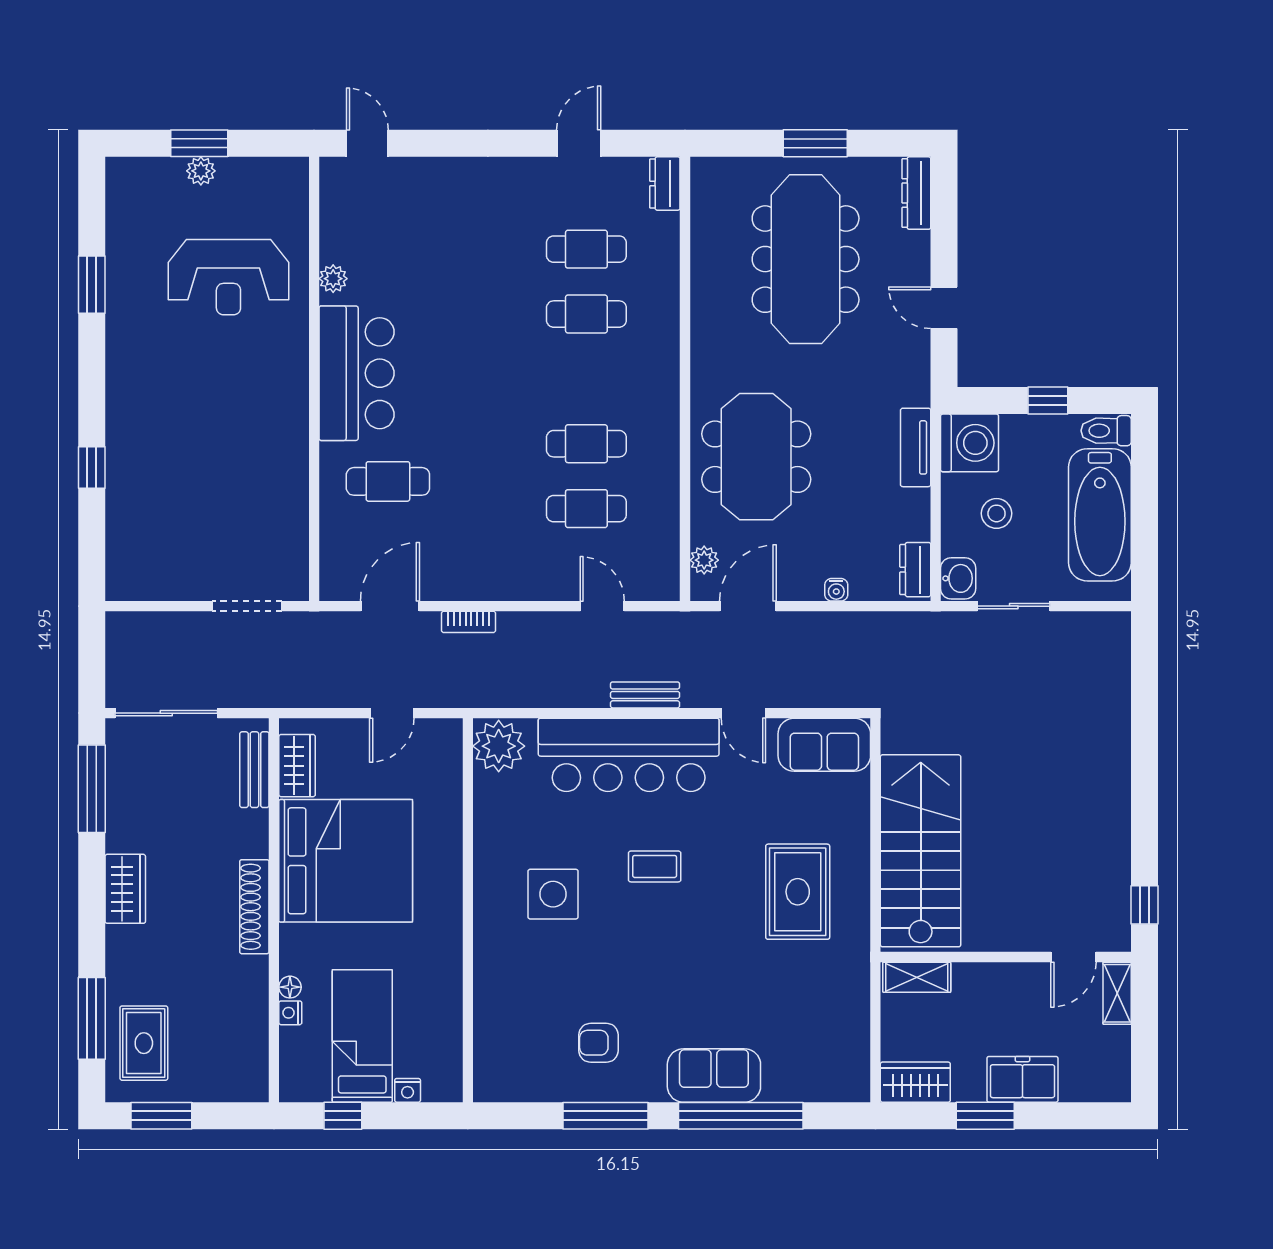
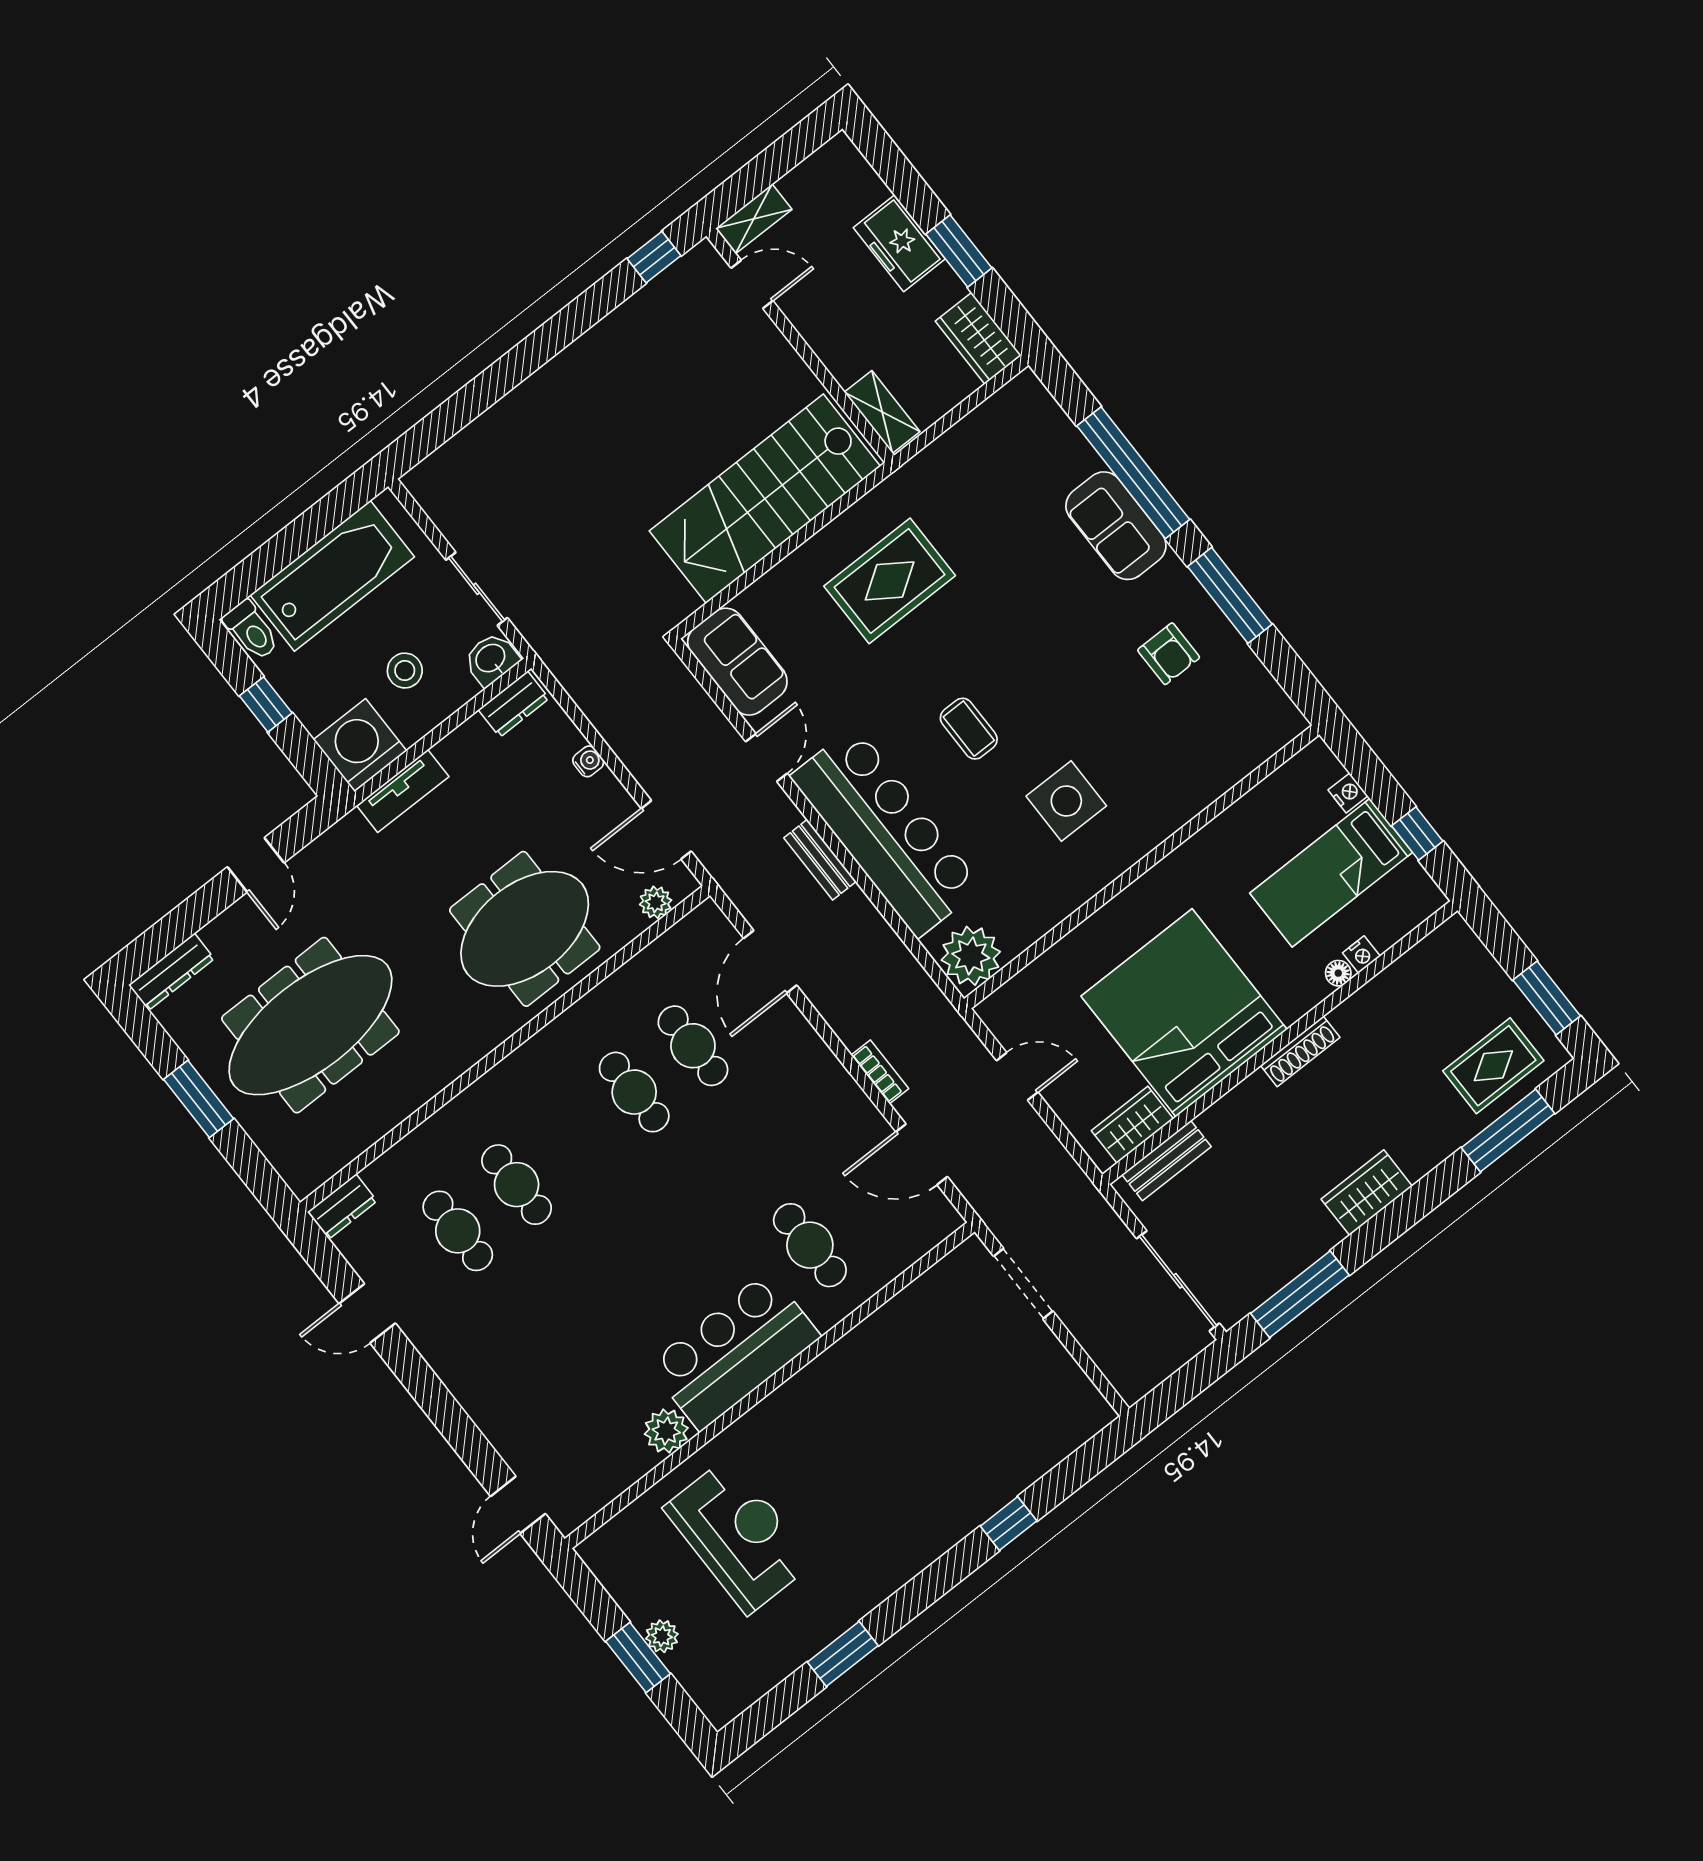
plant: (333, 279) -> (666, 1431), width x1.38, depth x1.38
door: (602, 606) -> (770, 962), width x1.38
shoe rack: (254, 907) -> (1300, 1051), width x0.74, depth x0.81

